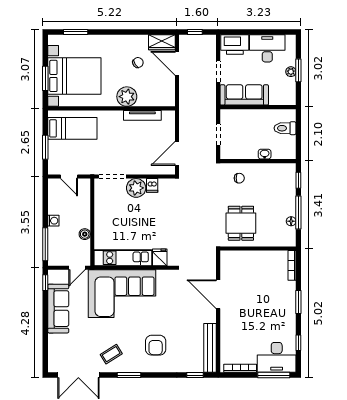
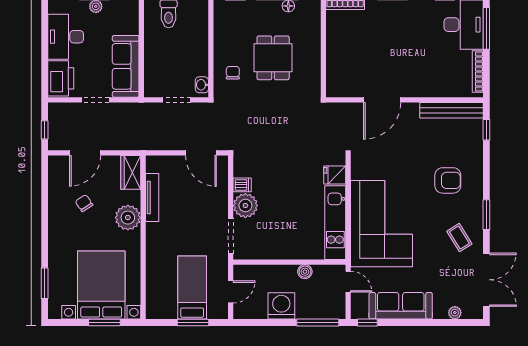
wardrobe: (162, 42) -> (131, 172), moved, turned 180
bed: (72, 128) -> (192, 288), moved
washbasin: (265, 154) -> (202, 85), moved
washing machine: (53, 221) -> (281, 306), width x1.89, depth x1.89
dining table: (241, 223) -> (273, 58), moved, turned 90
plant: (53, 351) -> (455, 313), added

